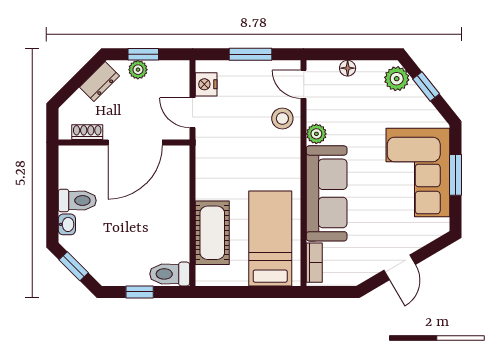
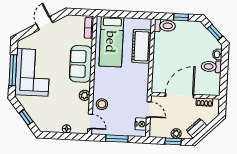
plant: (397, 79) -> (41, 122), removed
window: (455, 175) -> (13, 70), width x1.44
sofa: (327, 193) -> (81, 64), width x0.73

